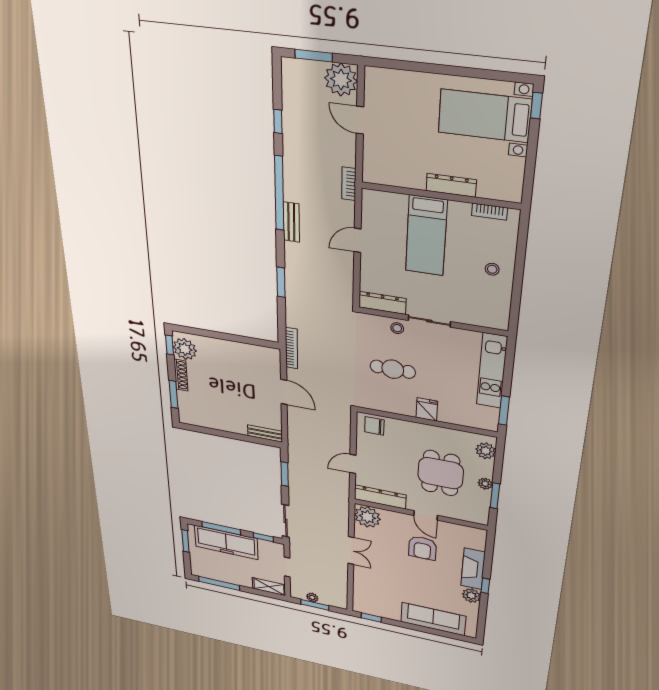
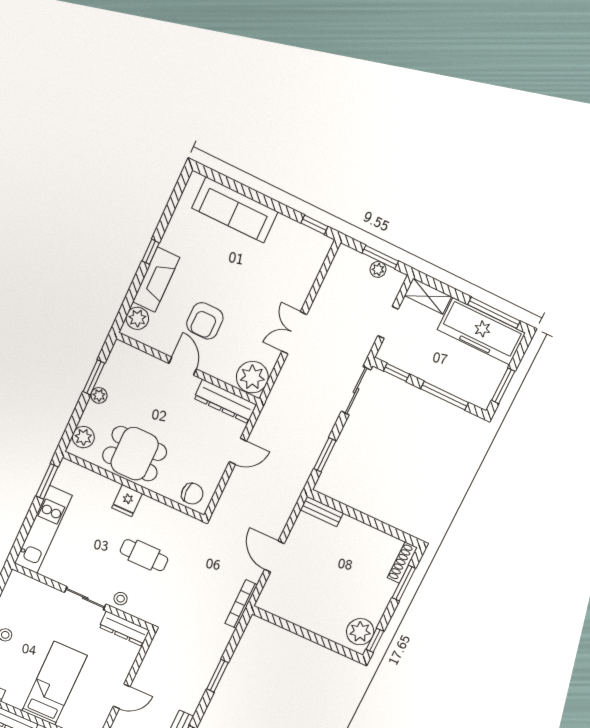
shoe rack: (181, 375) -> (402, 563), moved
dining table: (441, 473) -> (135, 454), moved, turned 90
freezer: (226, 542) -> (481, 331), moved, turned 180
armchair: (422, 548) -> (205, 321), turned 180
plant: (471, 596) -> (137, 318), moved

